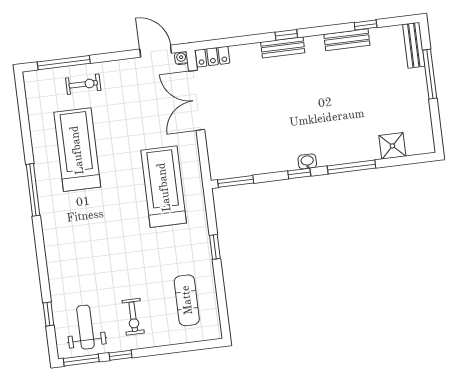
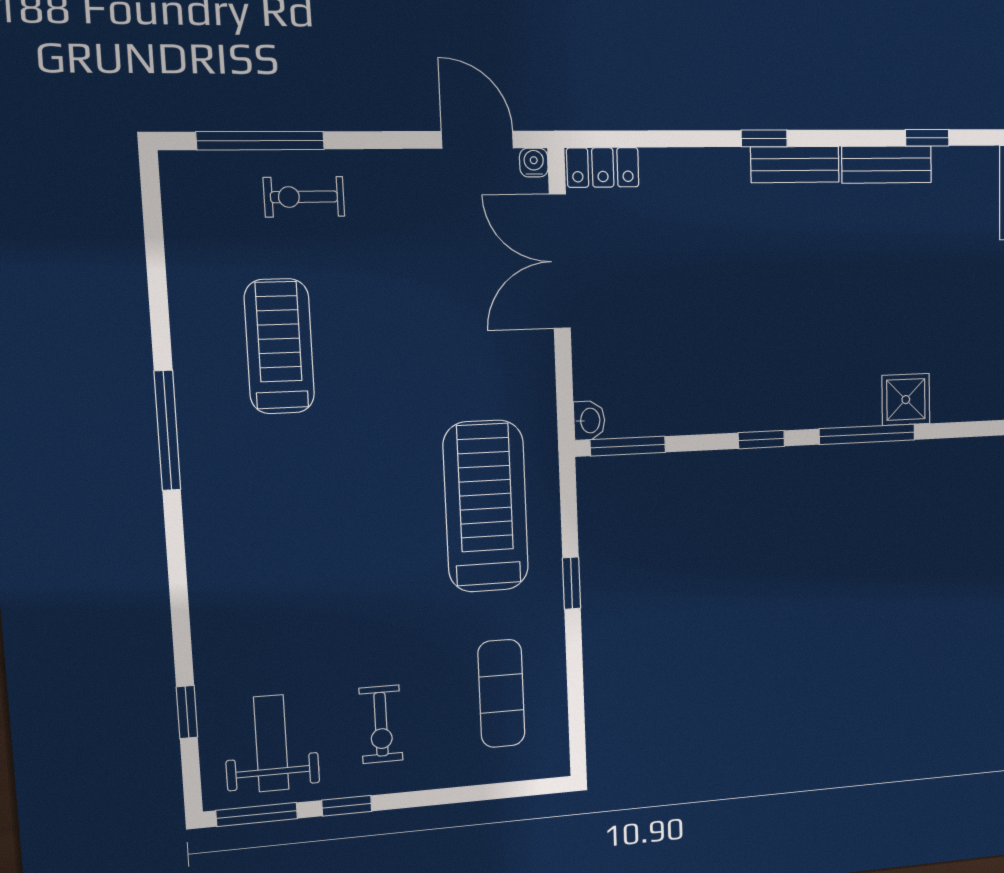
bench: (283, 47) -> (795, 165), moved
exercise bike: (83, 84) -> (304, 197), turned 180
shower: (392, 146) -> (906, 400), moved
treadmill: (77, 150) -> (279, 346), width x0.73, depth x0.73
washbasin: (307, 161) -> (589, 421), moved, turned 90
treadmill: (164, 187) -> (486, 506), moved

